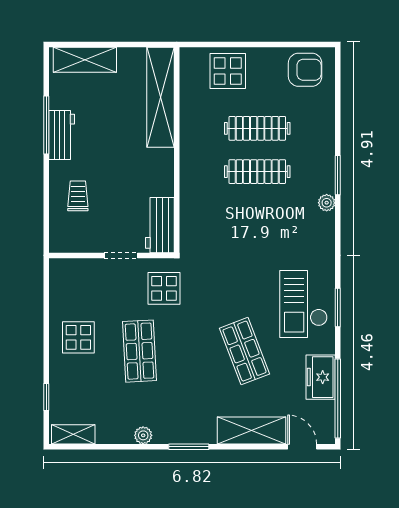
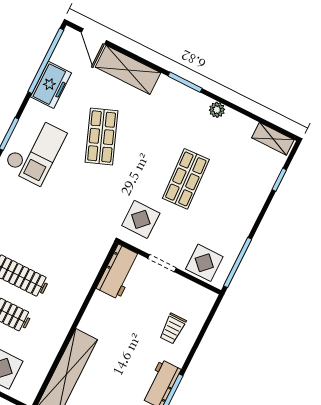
window: (46, 294) -> (238, 262), added
display table: (78, 337) -> (204, 263), moved

